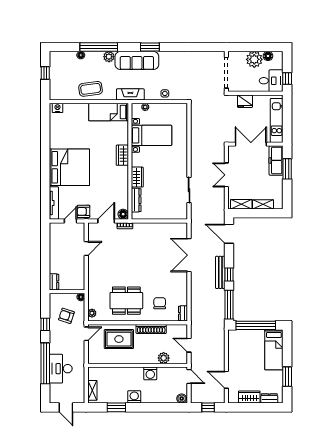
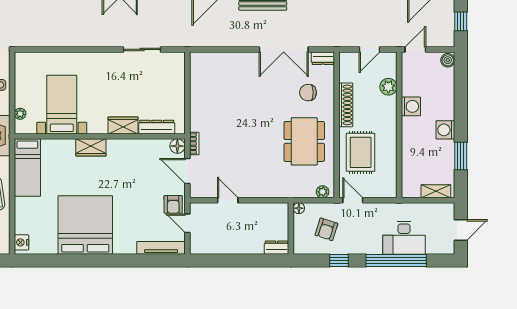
bed: (69, 167) -> (85, 225), moved
double door: (189, 255) -> (284, 49), moved

